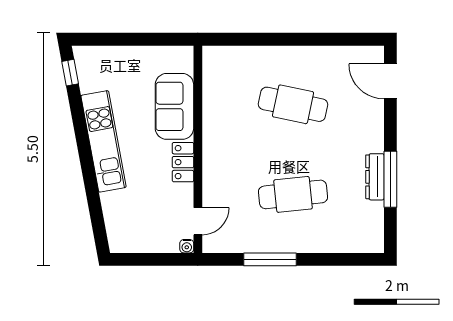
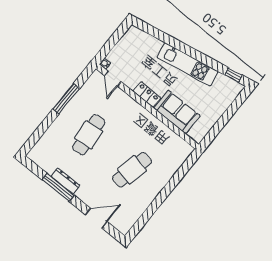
door: (390, 81) -> (96, 218), moved

